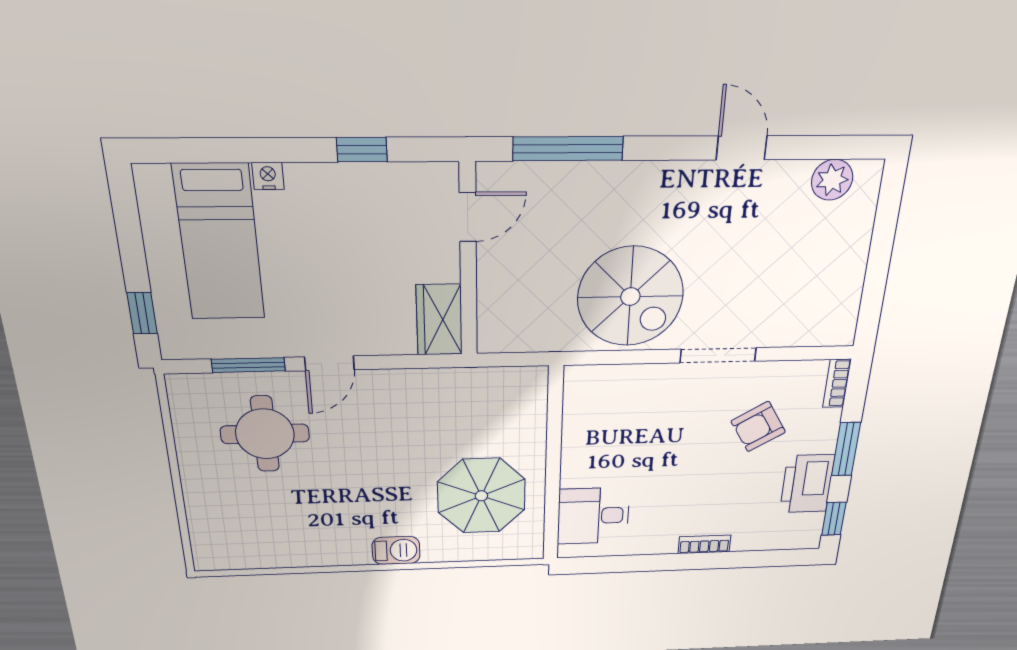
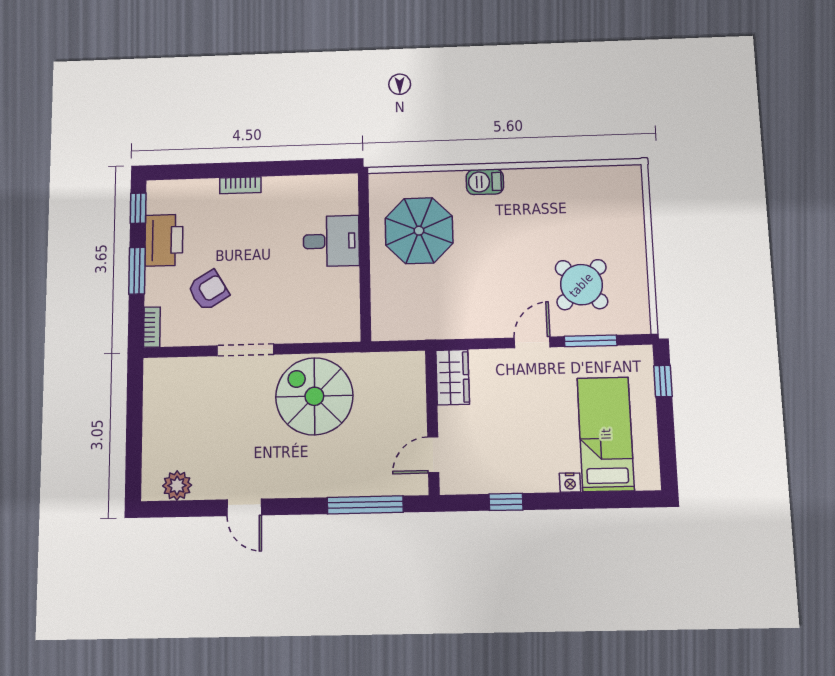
round table: (265, 434) -> (581, 285), turned 45
desk: (593, 516) -> (331, 241), moved

